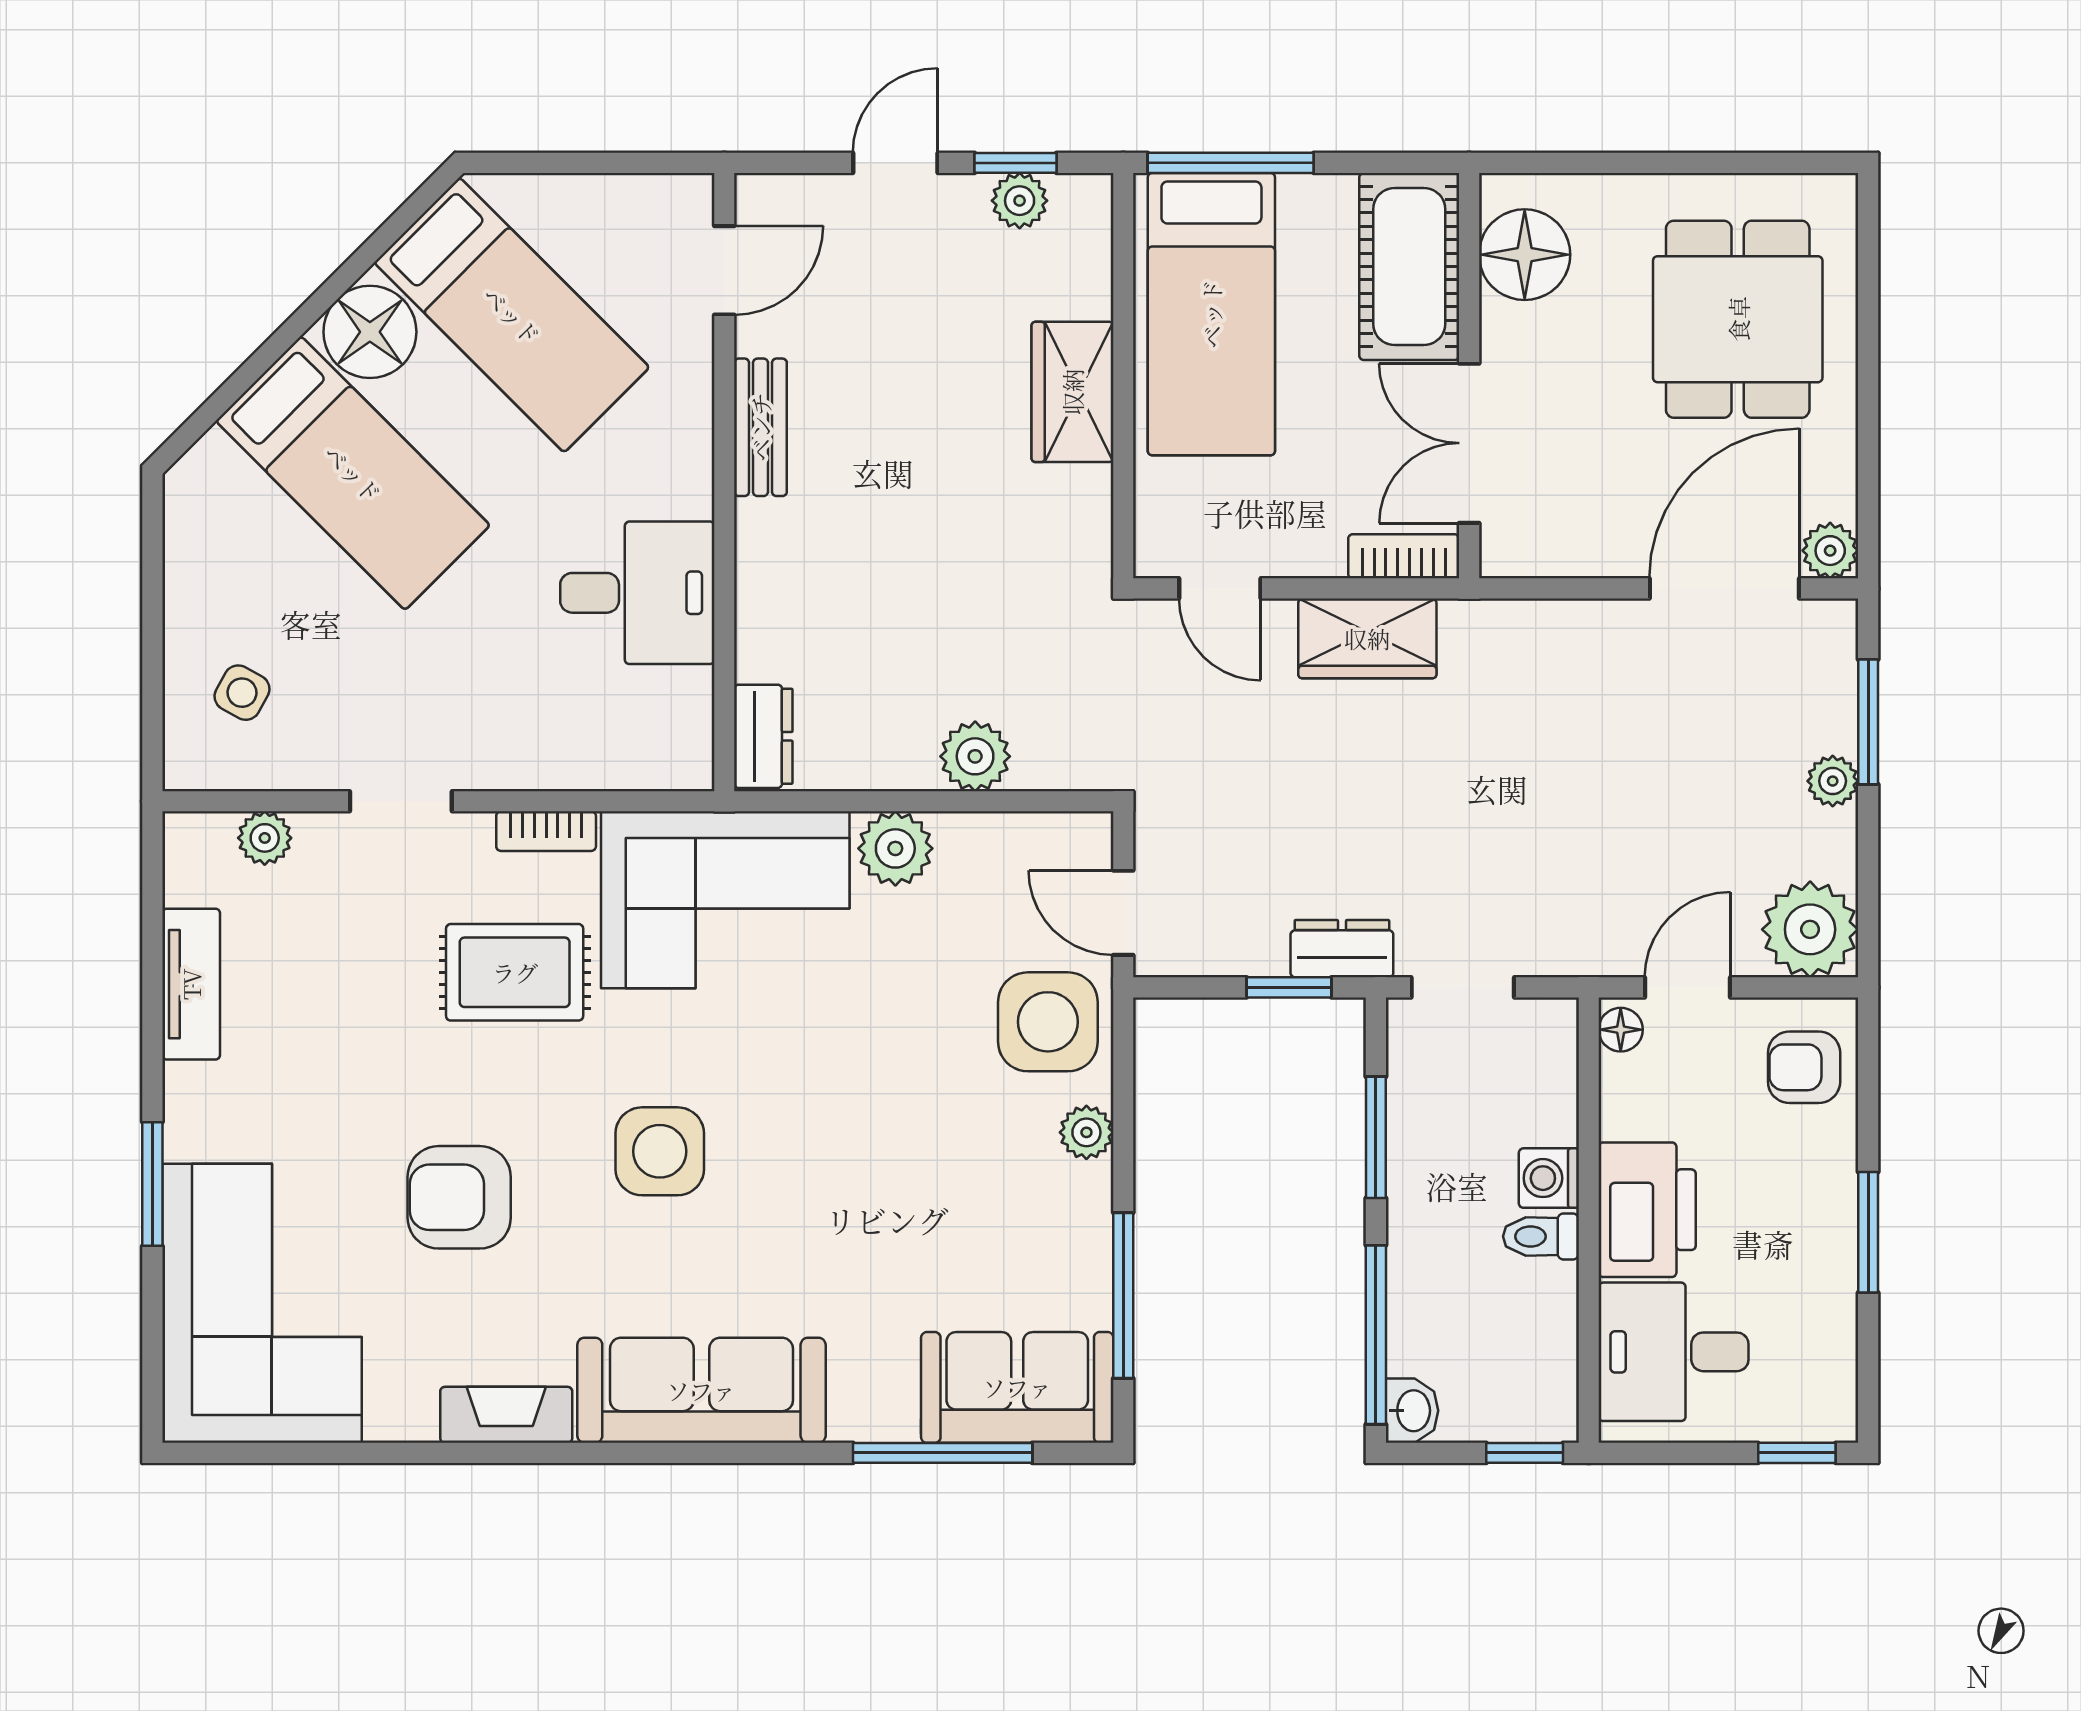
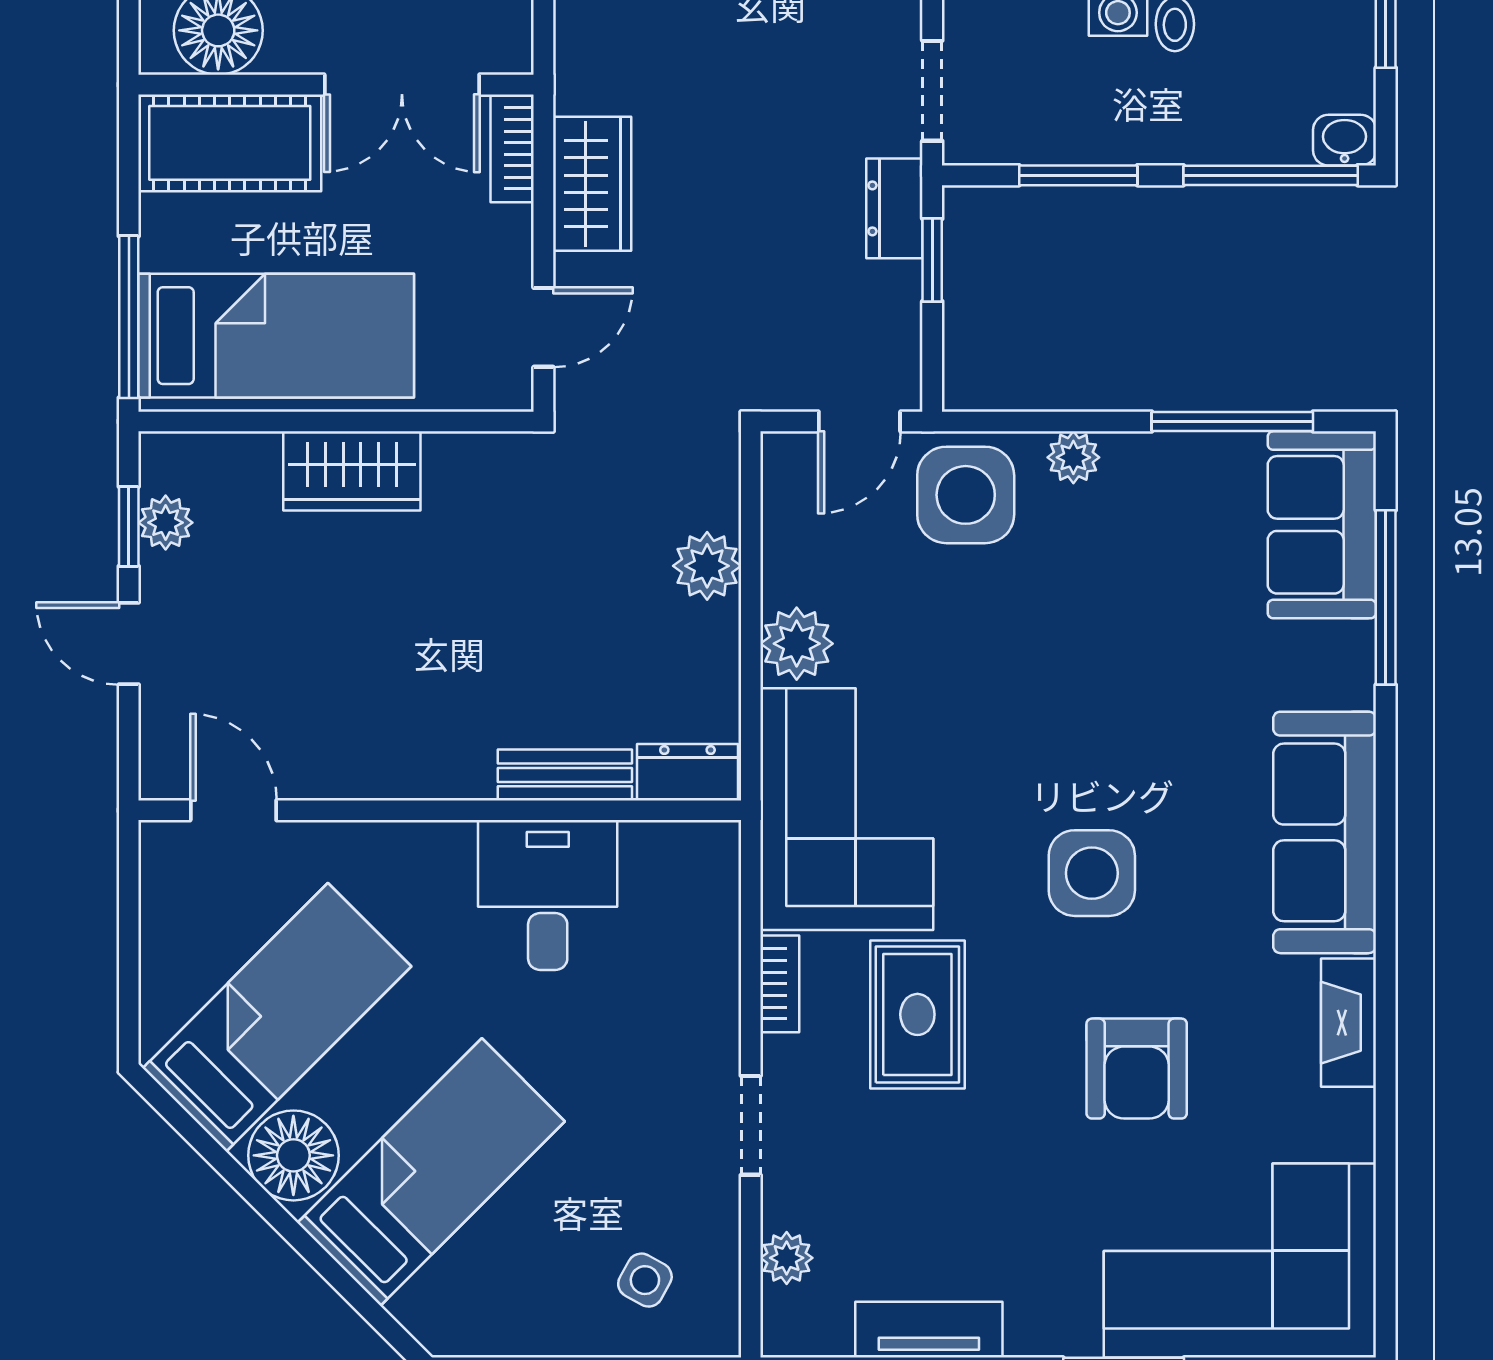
bench: (760, 427) -> (565, 775), moved

